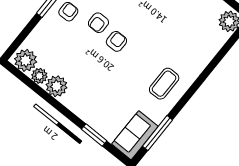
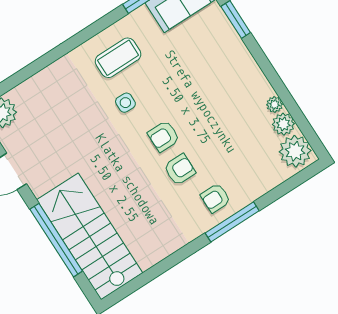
side table: (149, 55) -> (125, 103), added
plant: (57, 86) -> (275, 105), width x0.53, depth x0.53

